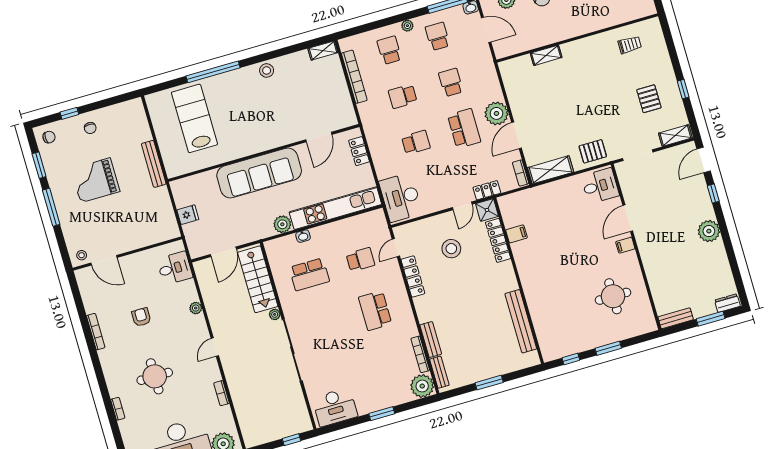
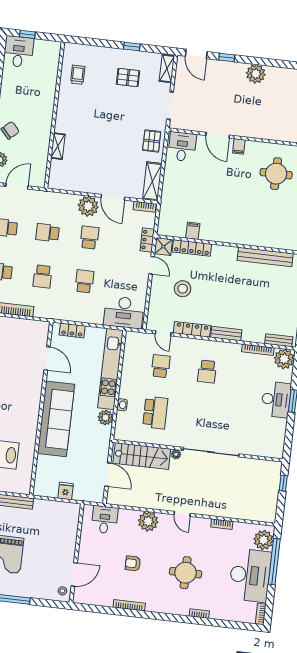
school desk: (464, 128) -> (89, 238), width x0.54
plant: (196, 308) -> (148, 521), width x1.87, depth x1.87
school desk: (375, 311) -> (207, 372), width x0.54
bench: (431, 340) -> (226, 334), moved
desk: (335, 407) -> (276, 400), moved

